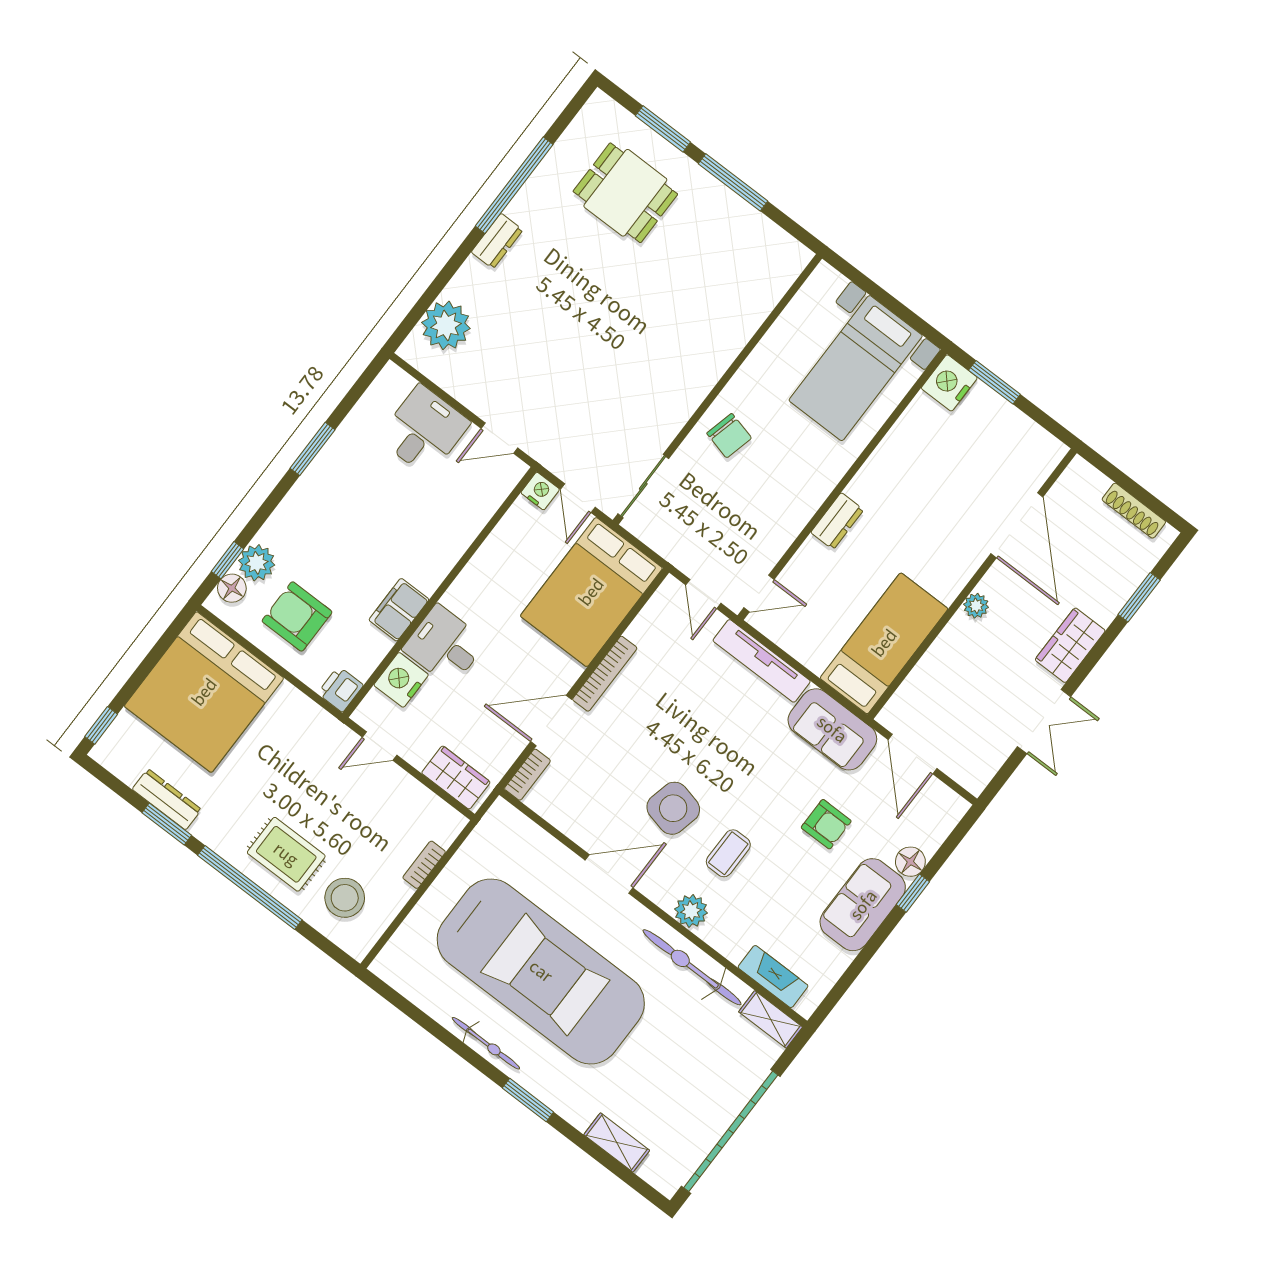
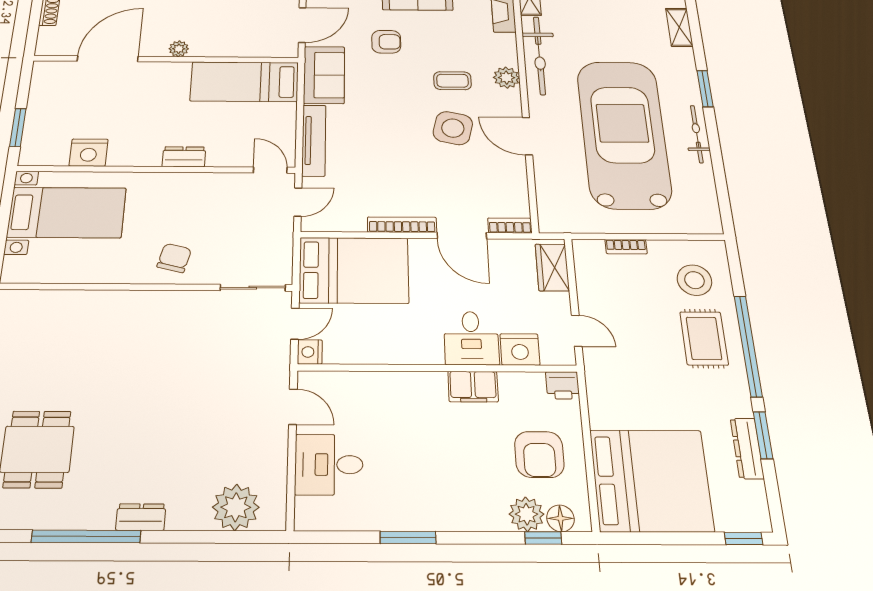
nightstand: (949, 383) -> (89, 153), moved
armchair: (826, 824) -> (386, 42), turned 90

